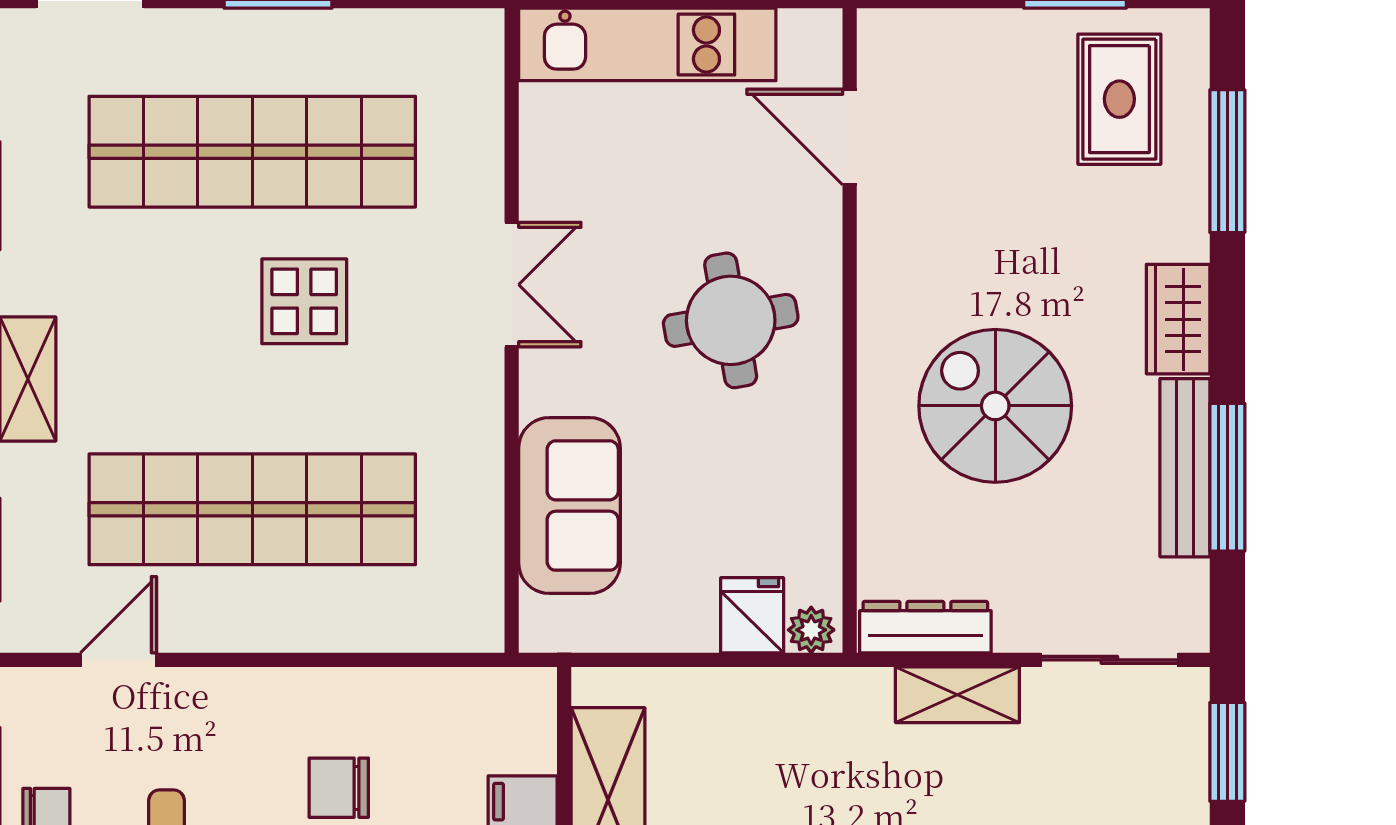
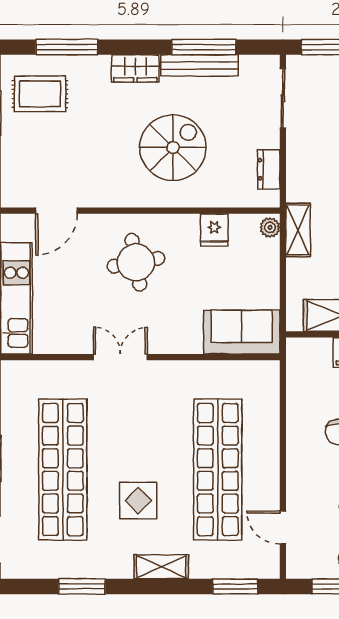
display table: (304, 301) -> (138, 501), moved
spiral stairs: (995, 406) -> (173, 148), turned 180
sofa: (569, 506) -> (242, 332), moved
fridge: (752, 615) -> (214, 230), moved, turned -90
dresser: (925, 627) -> (269, 169), width x0.70
shelving: (957, 695) -> (298, 230), moved

